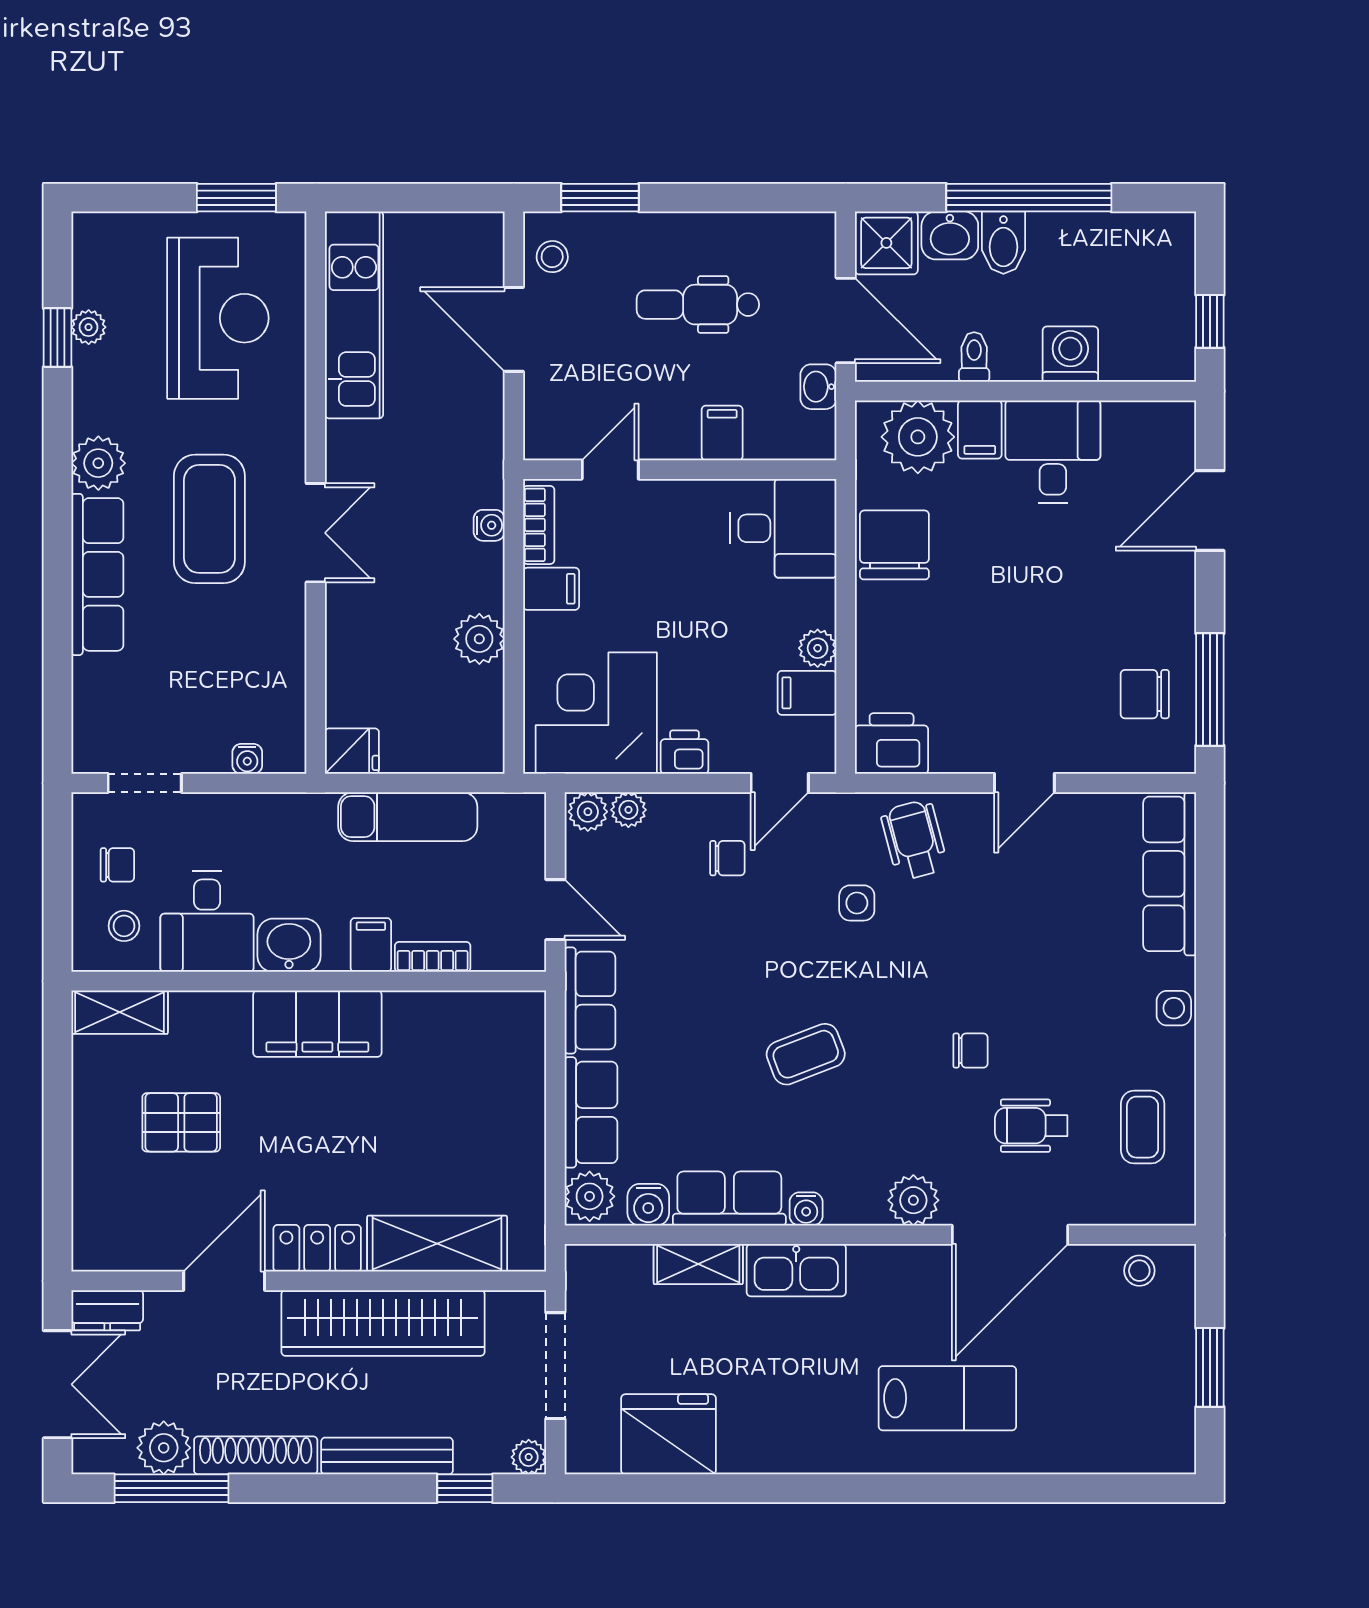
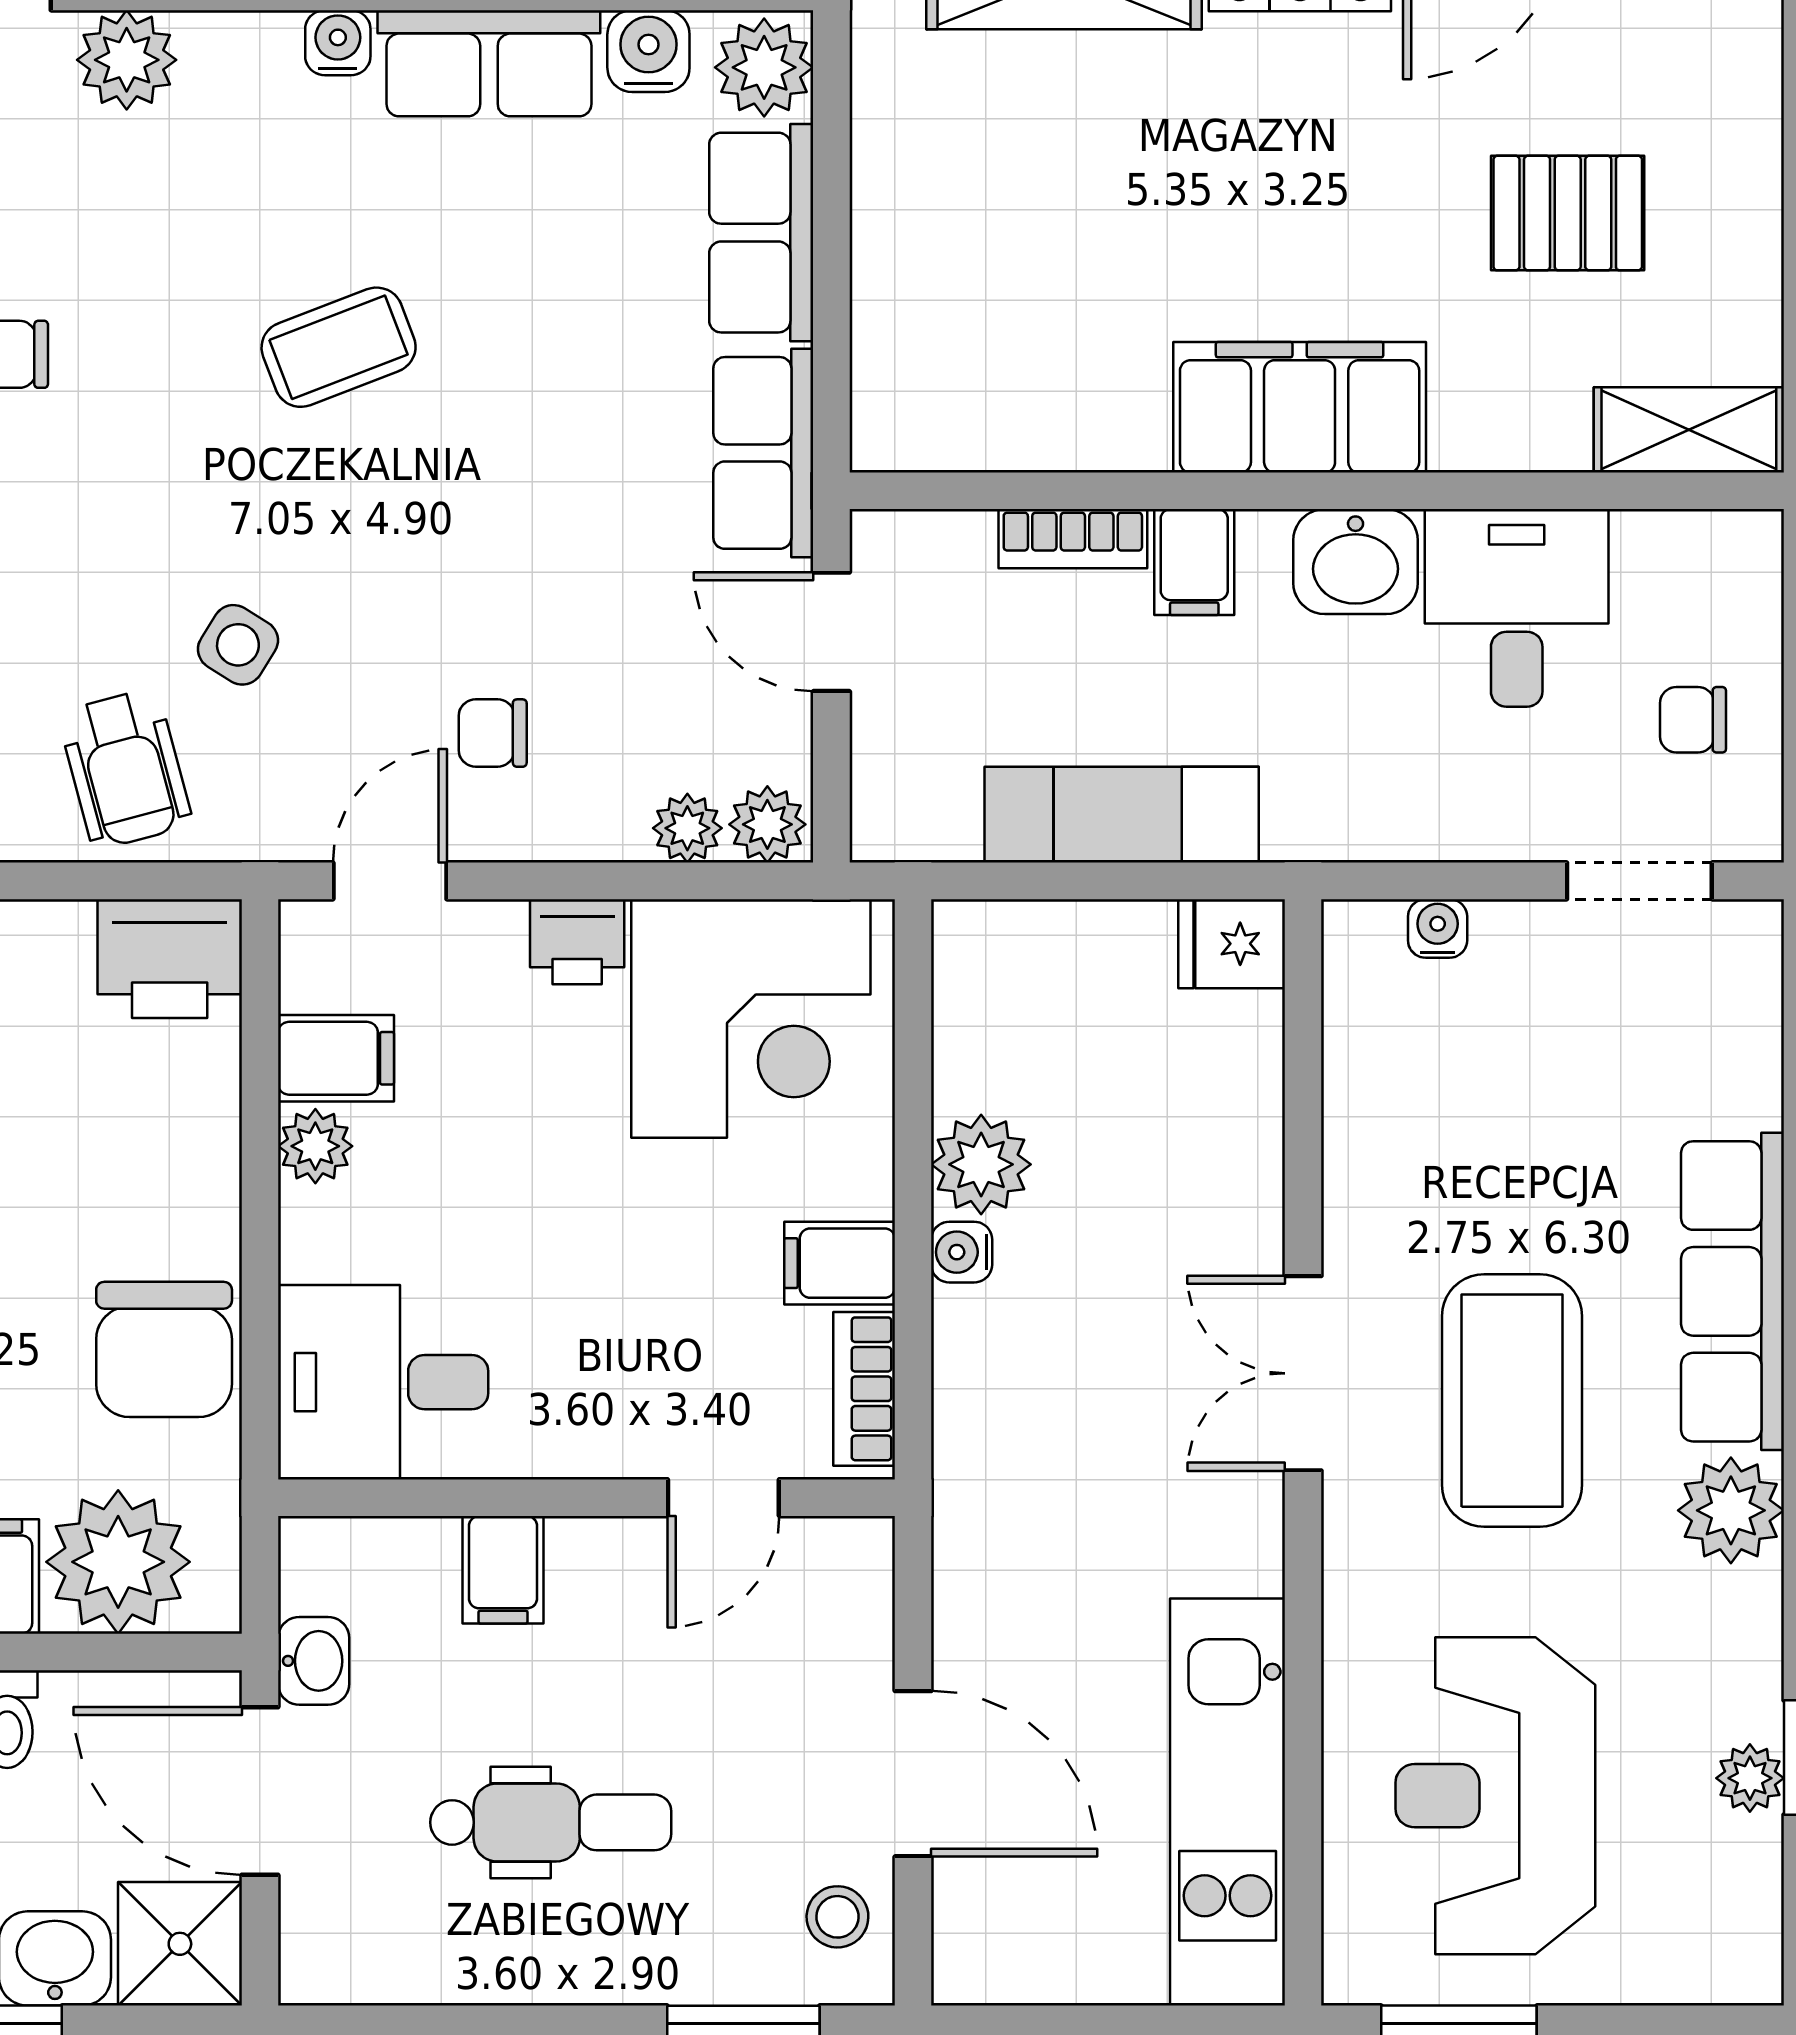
water cooler: (489, 525) -> (962, 1252), moved
side table: (857, 903) -> (238, 645), turned 32
stool: (124, 926) -> (1680, 600), removed

